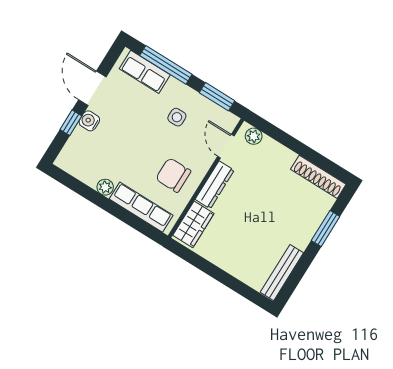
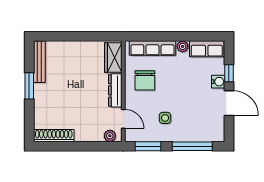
row of seats: (145, 72) -> (207, 49), moved, turned 180
chair: (173, 175) -> (145, 80), turned 90
window: (326, 228) -> (29, 86), moved

